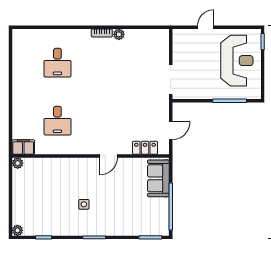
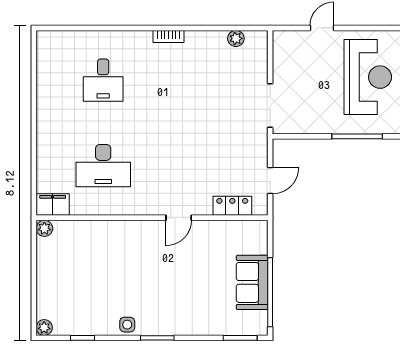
plant: (119, 34) -> (236, 38), moved
desk: (57, 121) -> (103, 166), width x1.37
sofa: (158, 178) -> (252, 282), moved
side table: (84, 204) -> (127, 325), moved

